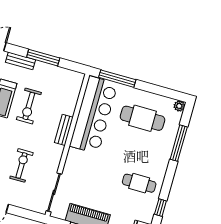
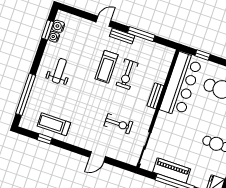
window: (117, 79) -> (203, 55), width x0.46
exercise bike: (21, 165) -> (118, 124), turned 90

